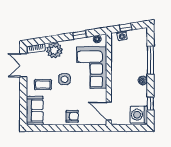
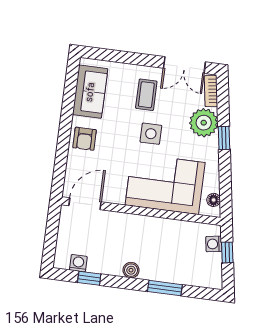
window: (80, 35) -> (224, 138), moved
window: (150, 60) -> (165, 288), width x0.69
double door: (23, 65) -> (184, 65), swing flipped
sofa: (35, 111) -> (90, 92), moved, turned -90
washing machine: (139, 115) -> (78, 263), width x0.53, depth x0.53

